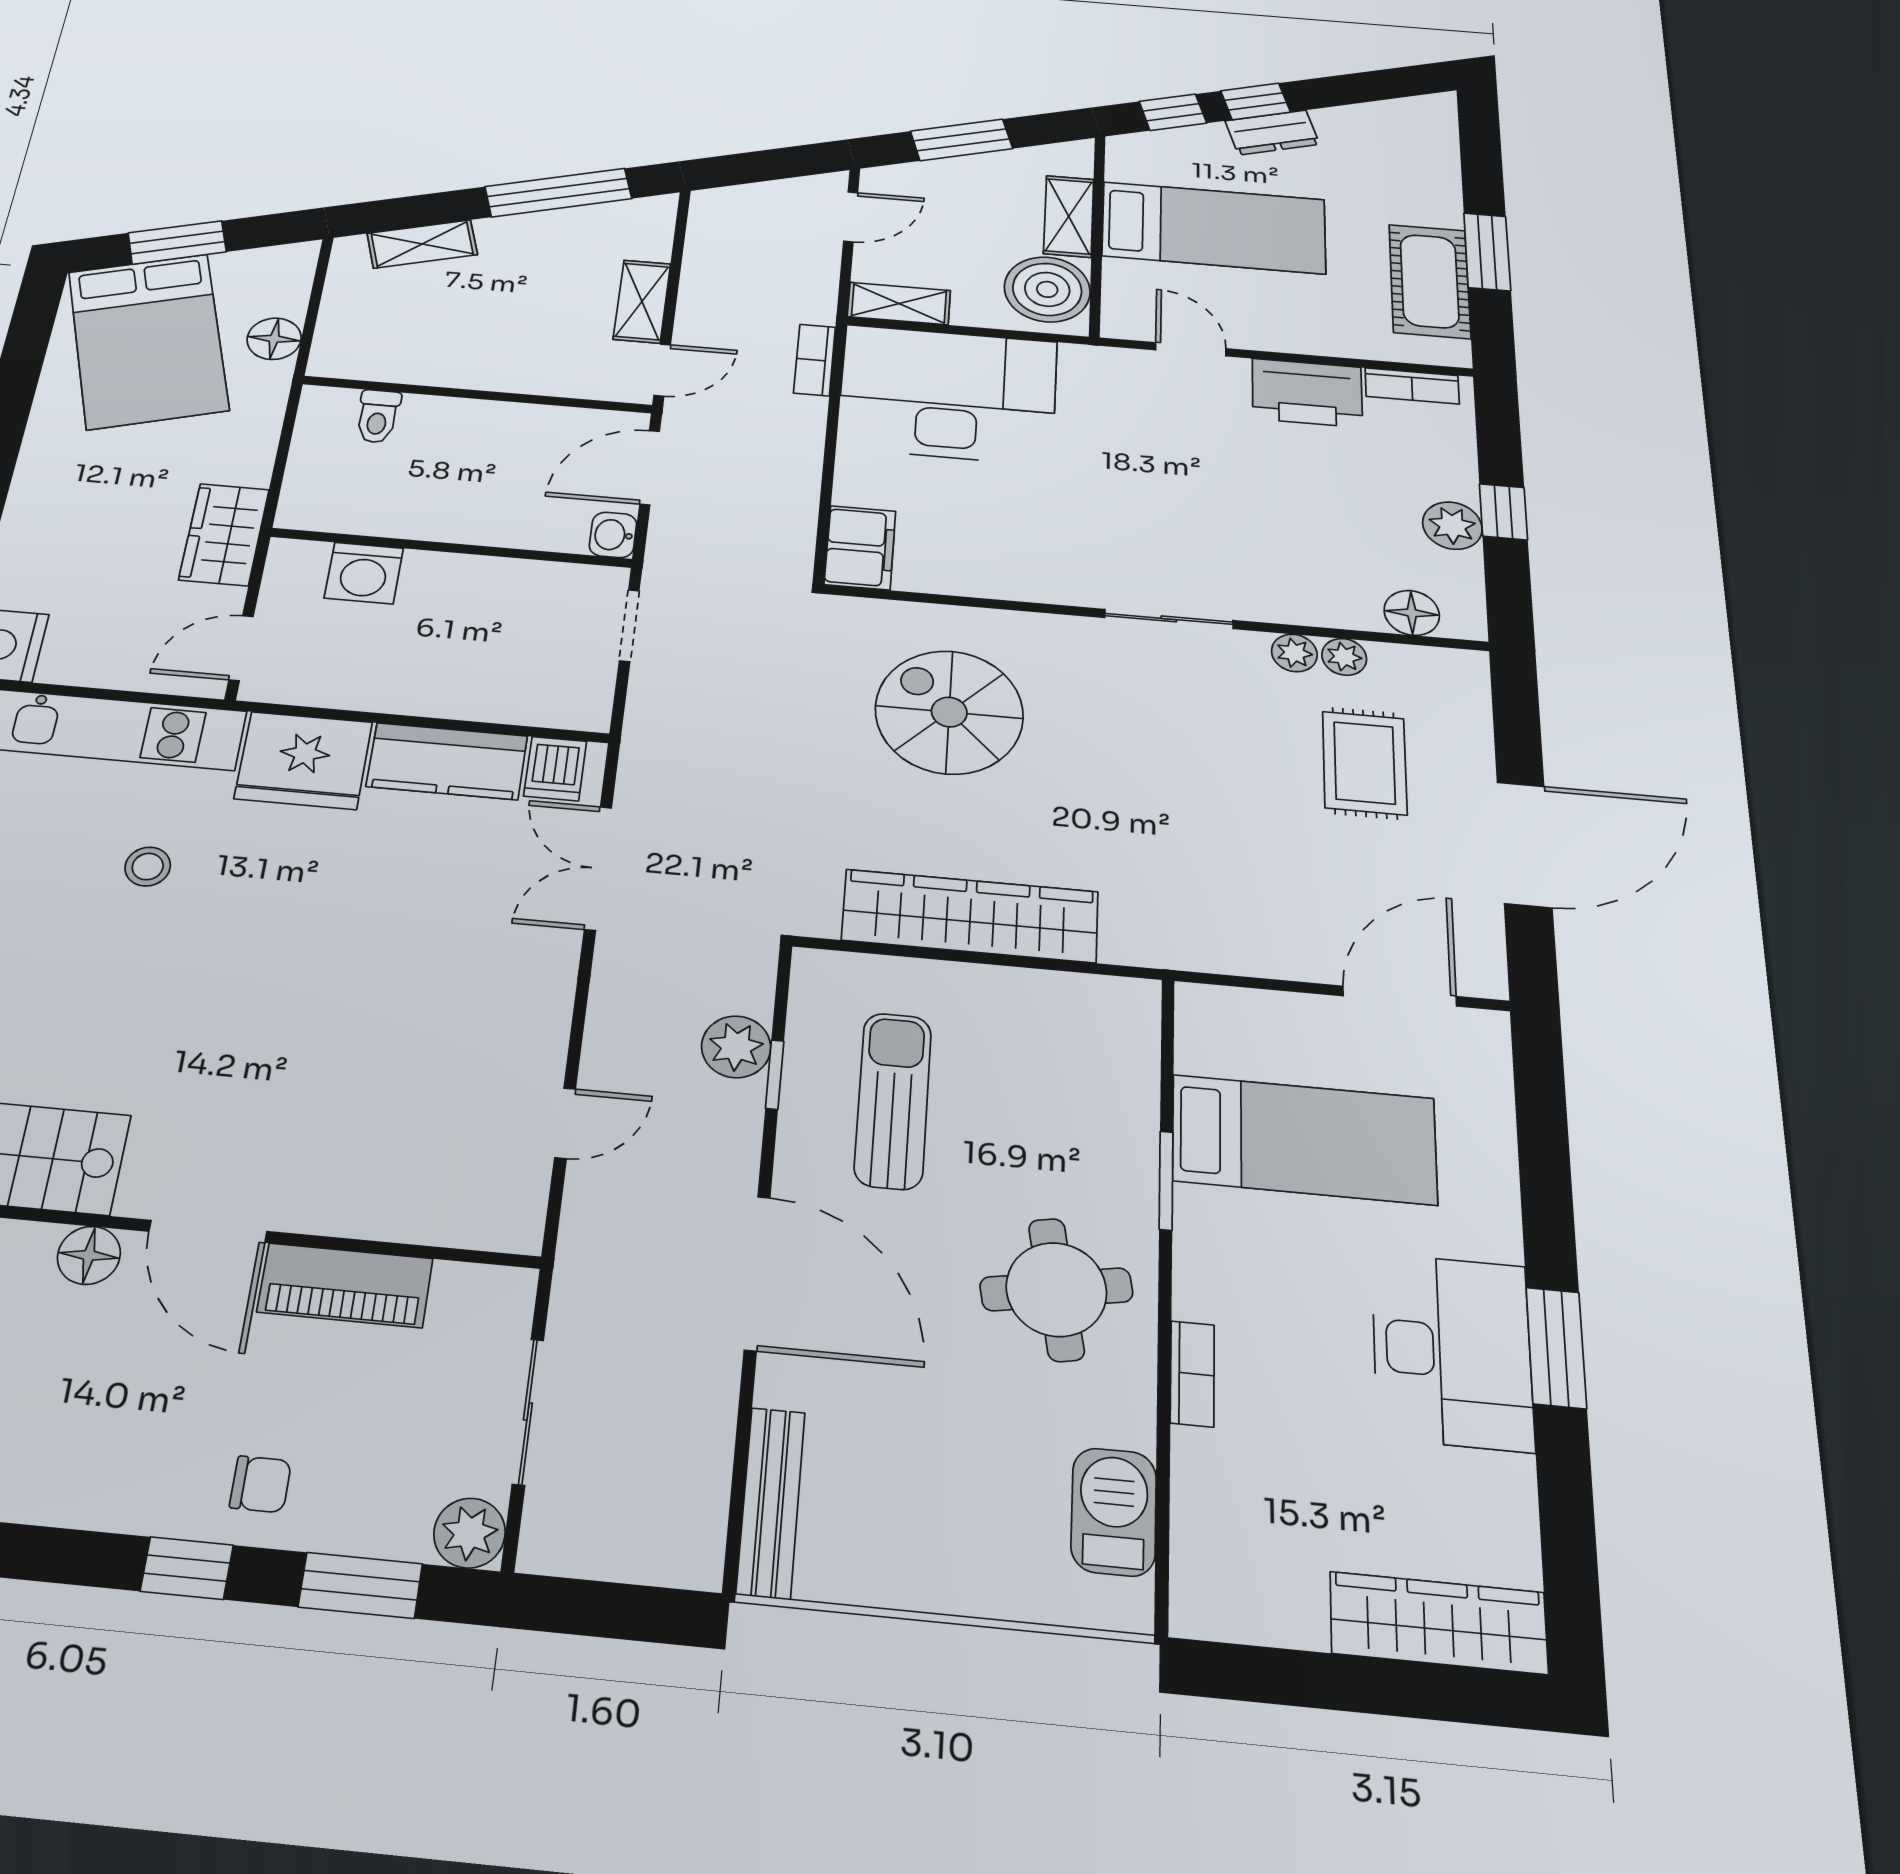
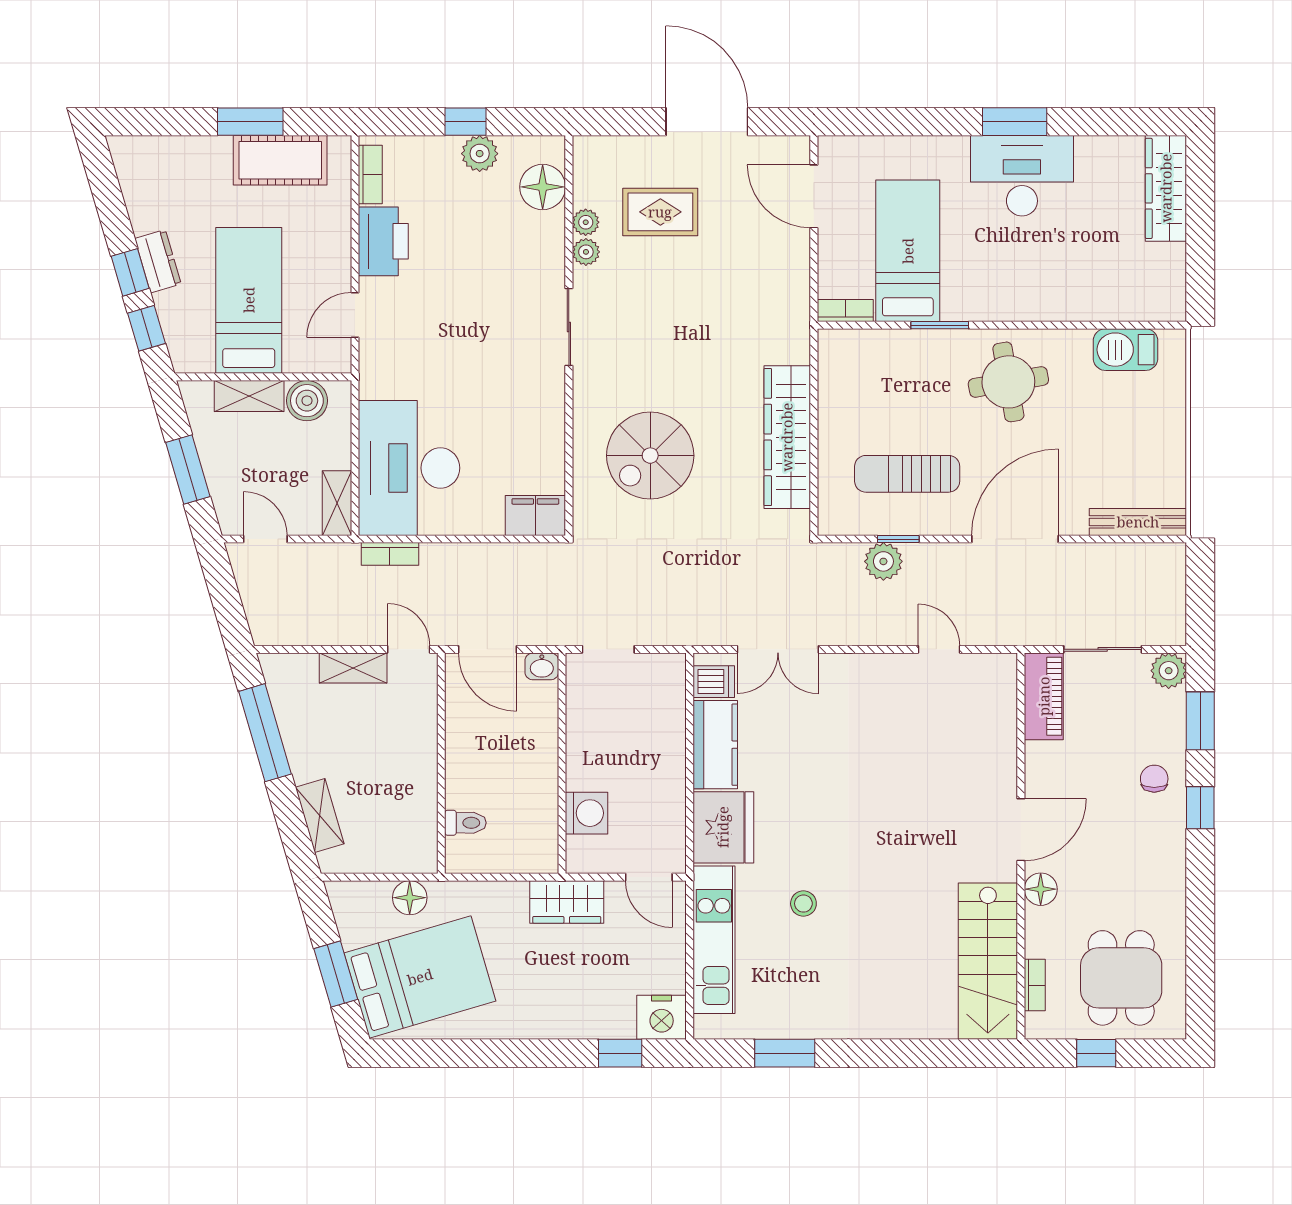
boiler: (1047, 289) -> (307, 401), width x0.73, depth x0.73
floor lamp: (1412, 613) -> (543, 187), width x1.38, depth x1.38
piano: (345, 1285) -> (1044, 696), moved
bookcase: (1192, 1374) -> (845, 310), moved

